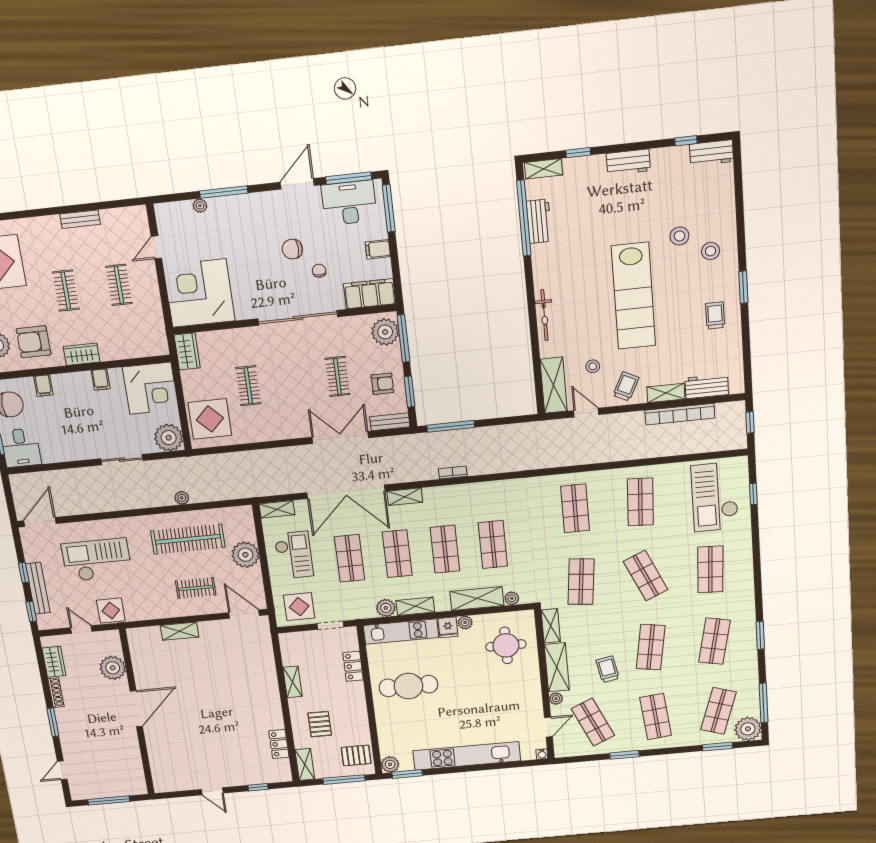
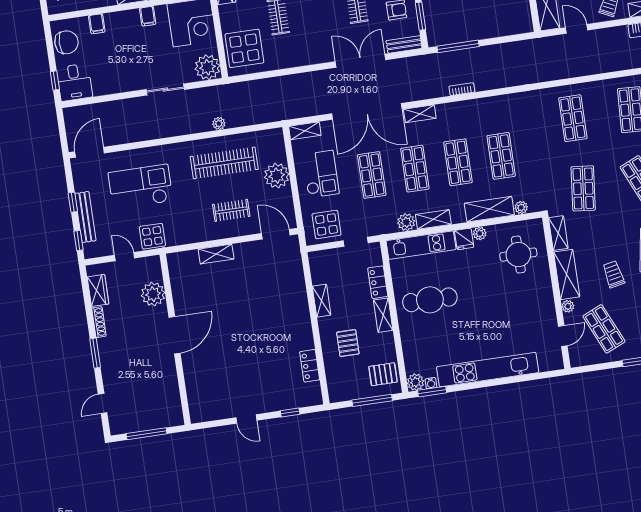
water cooler: (542, 754) -> (431, 383), moved
shelving: (305, 764) -> (383, 315), moved

